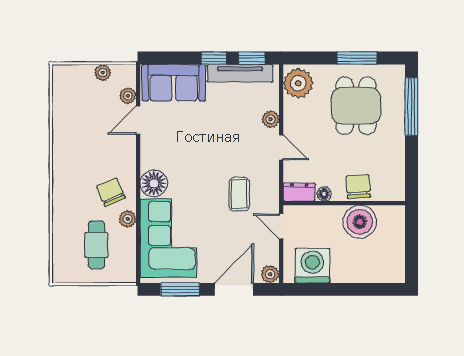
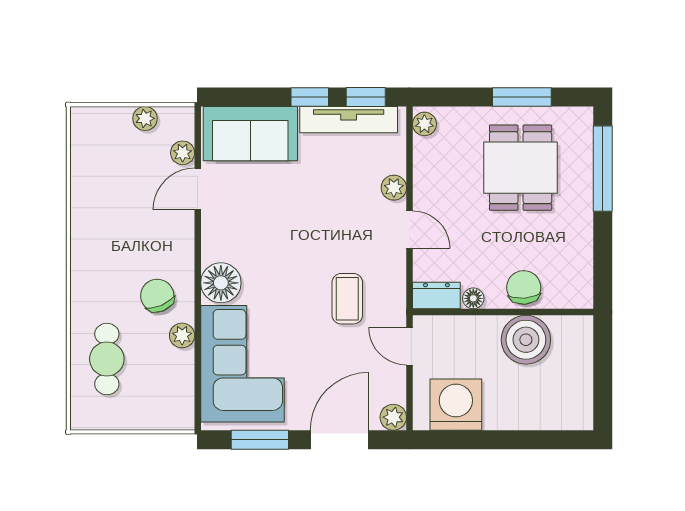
plant: (298, 83) -> (424, 124), width x0.53, depth x0.53
cafe table: (97, 245) -> (107, 359), moved

